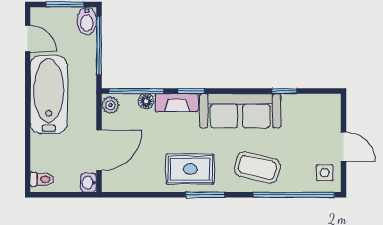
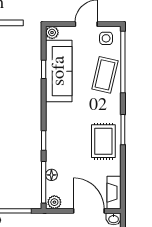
plant: (332, 102) -> (52, 32), added
fireplace: (177, 103) -> (114, 193), moved, turned 180
sofa: (240, 111) -> (59, 71), moved
coffee table: (257, 168) -> (105, 75), moved

